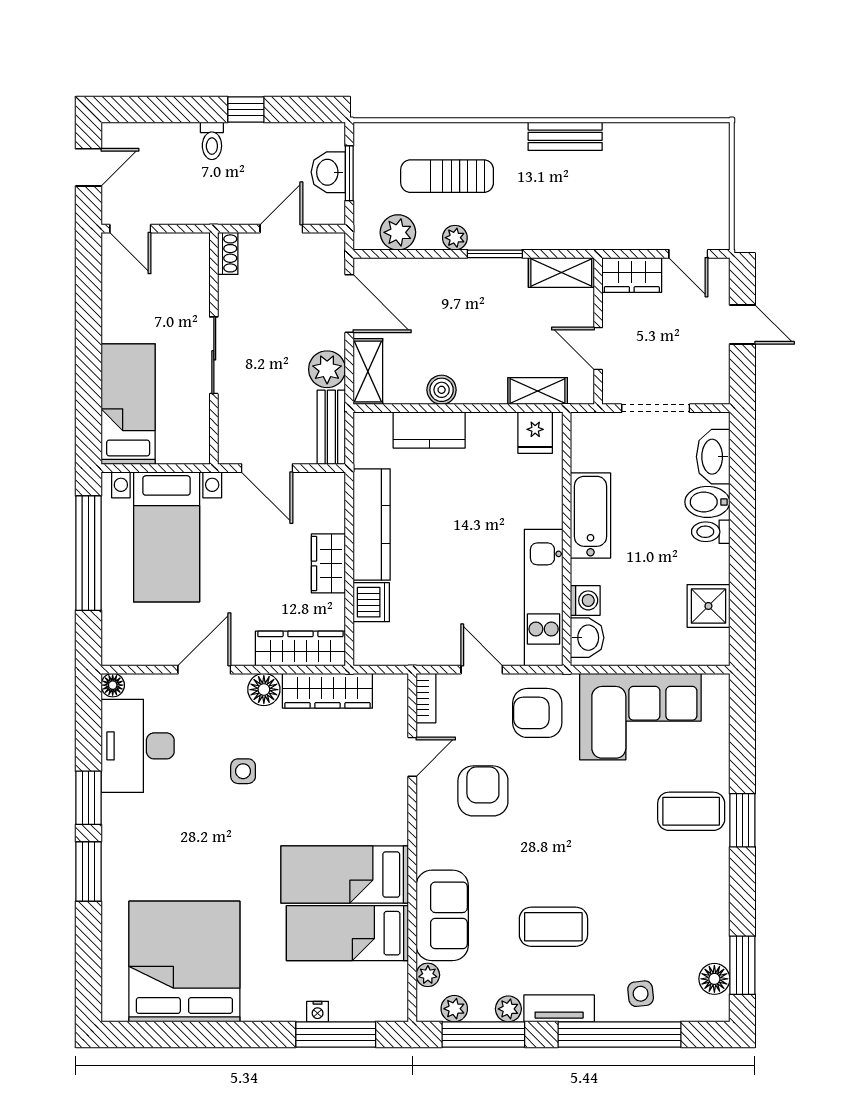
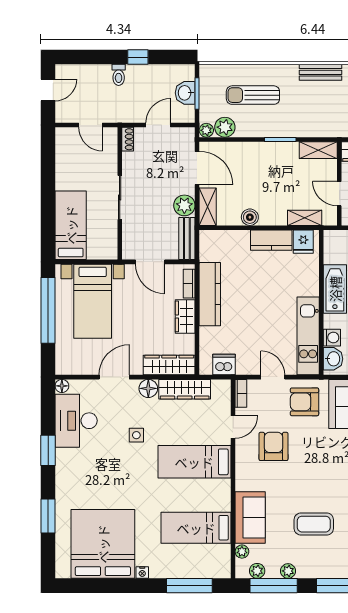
door: (130, 229) -> (90, 125), moved
plant: (455, 238) -> (206, 130), moved
kitchen counter: (429, 430) -> (271, 240), moved
bookcase: (335, 506) -> (189, 284), added
dishwasher: (371, 602) -> (224, 365), moved, turned -90
window: (88, 872) -> (48, 516), moved
bed: (345, 874) -> (194, 462), moved
tv unit: (559, 1008) -> (317, 571), removed
nightstand: (318, 1012) -> (142, 573), moved

